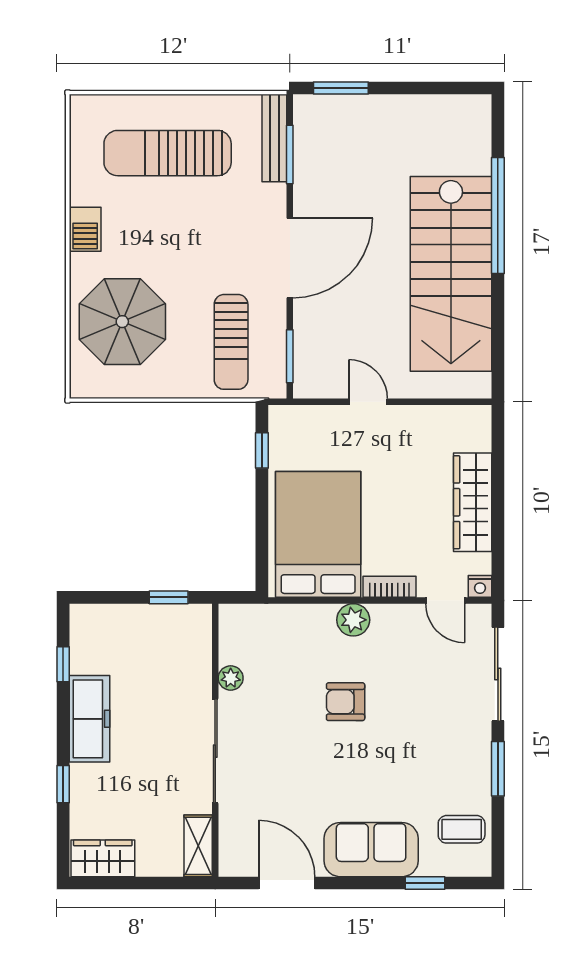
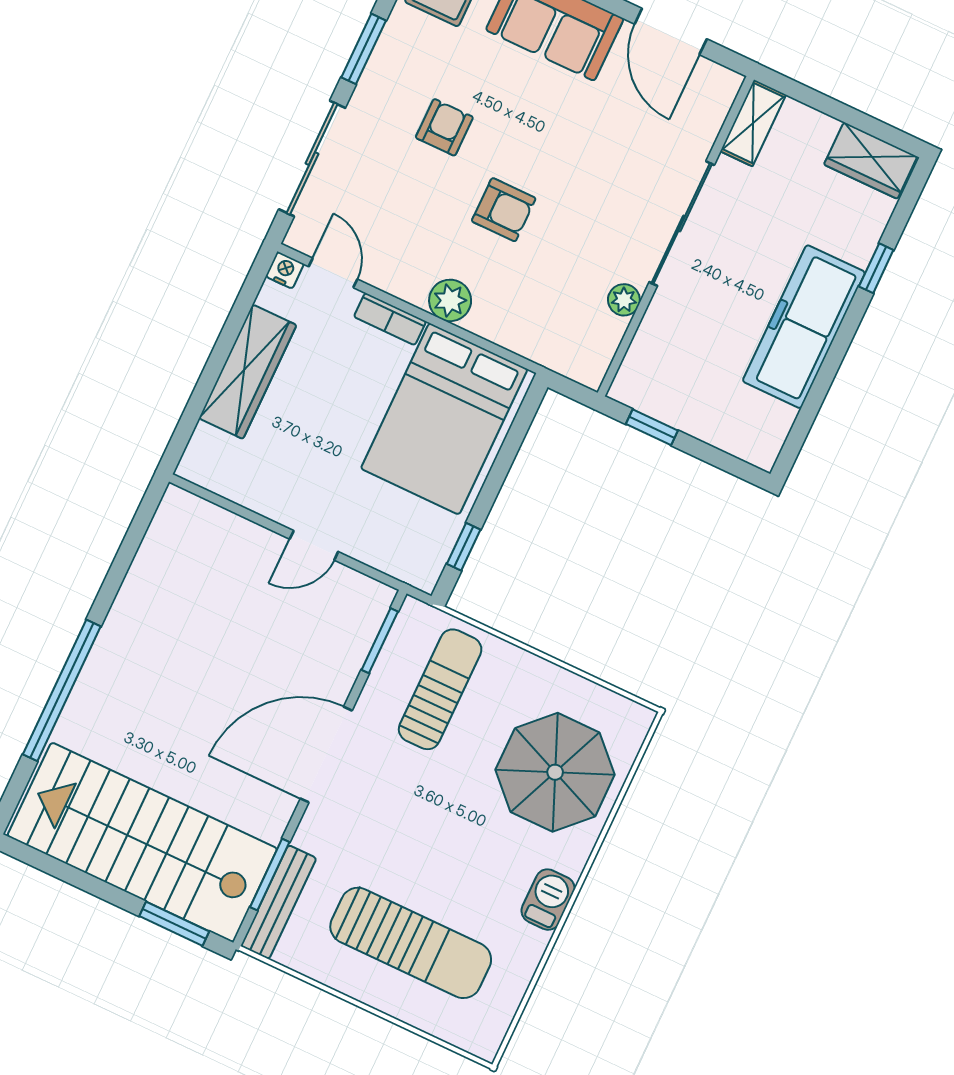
stairs: (451, 274) -> (142, 842), moved, turned -90
door: (368, 402) -> (314, 545), hinge flipped
window: (63, 664) -> (811, 407), removed
freezer: (89, 719) -> (804, 327), width x1.36, depth x1.26
armchair: (415, 740) -> (444, 127), added

